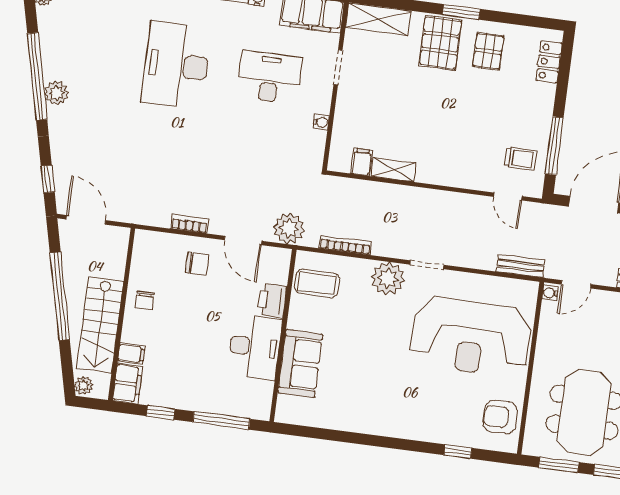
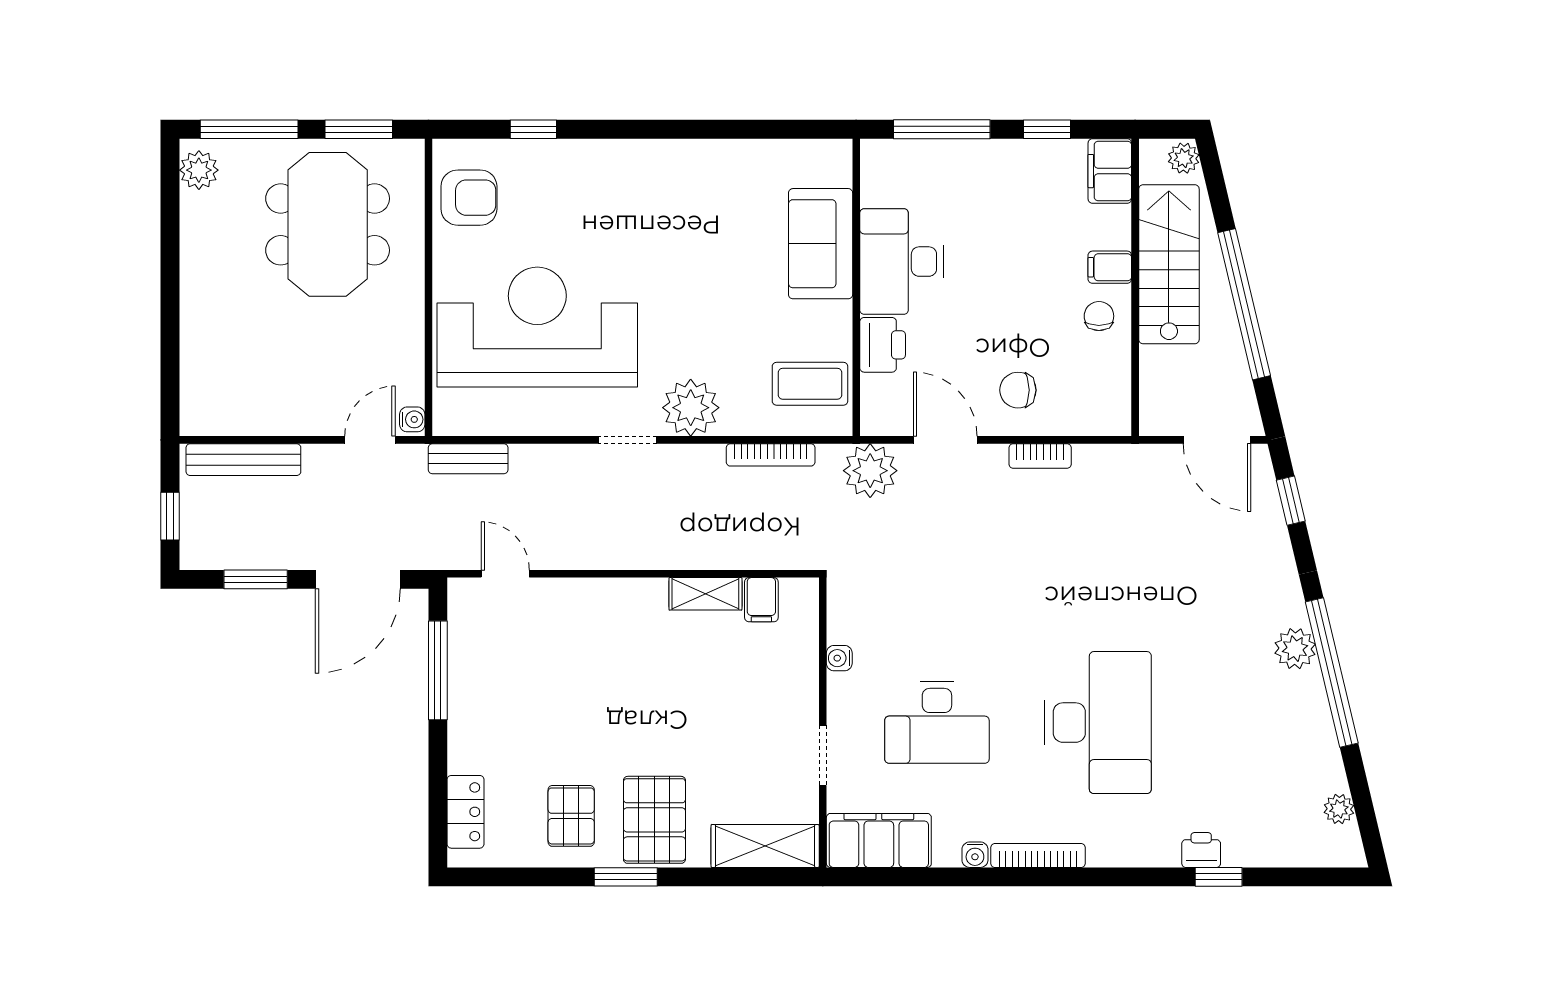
trolley: (521, 159) -> (492, 641), removed
filing cabinet: (131, 354) -> (1110, 267), moved

